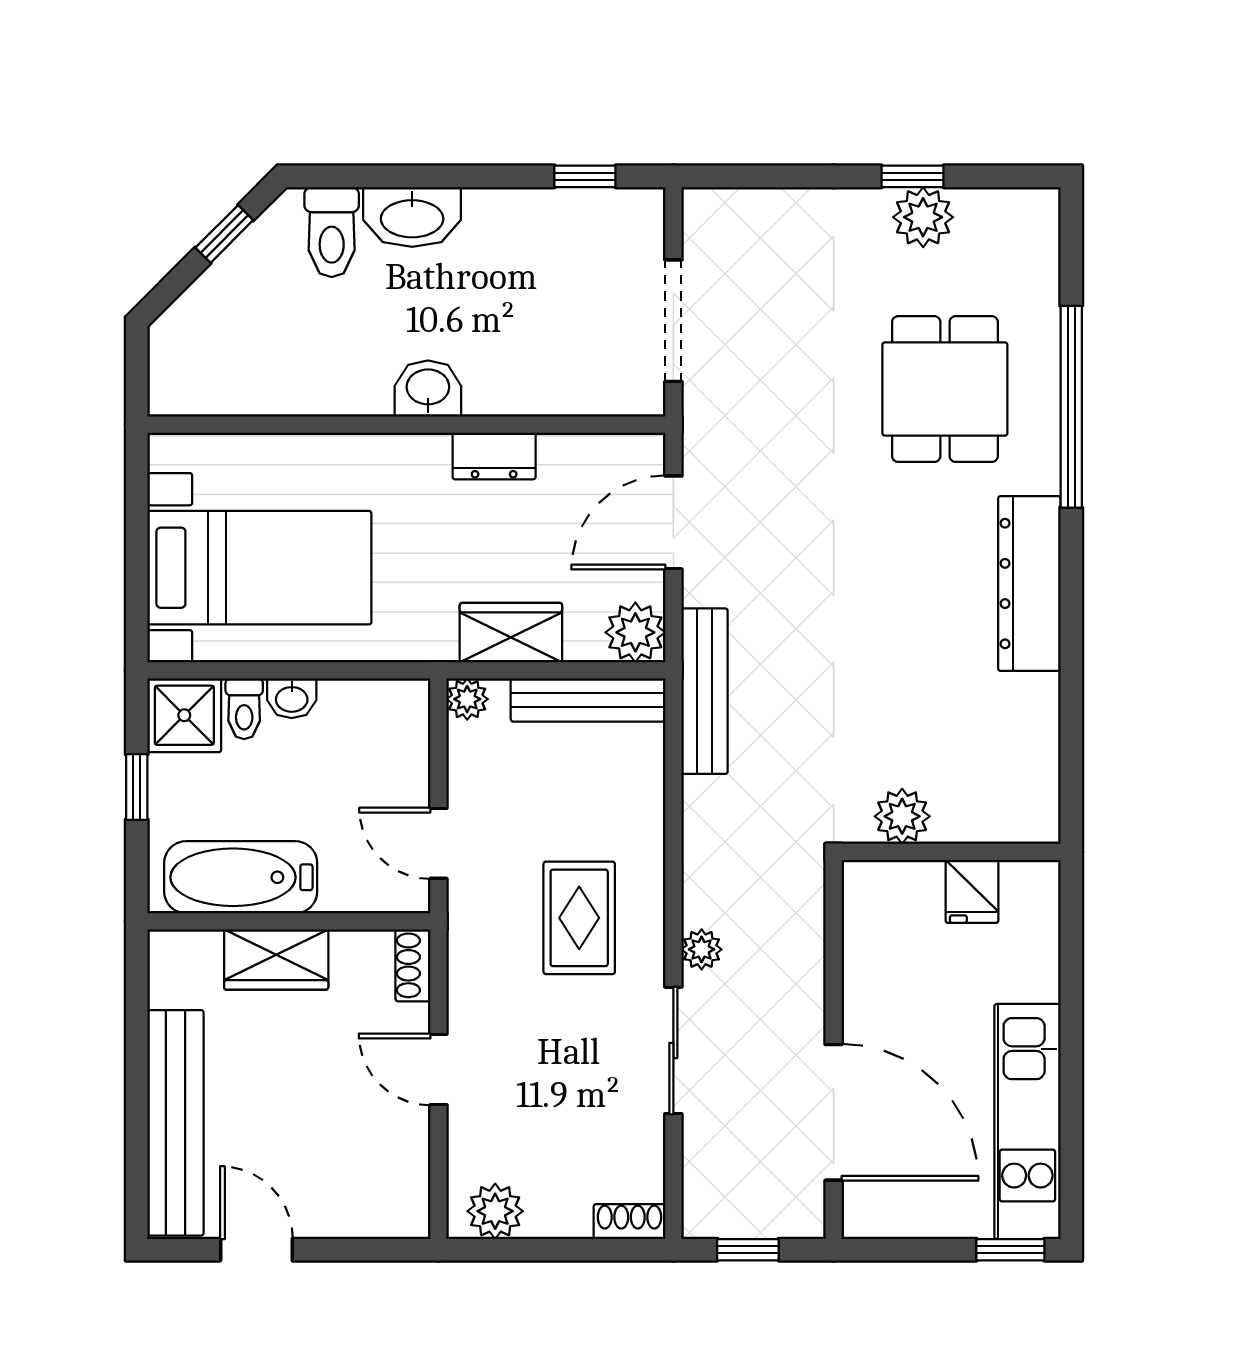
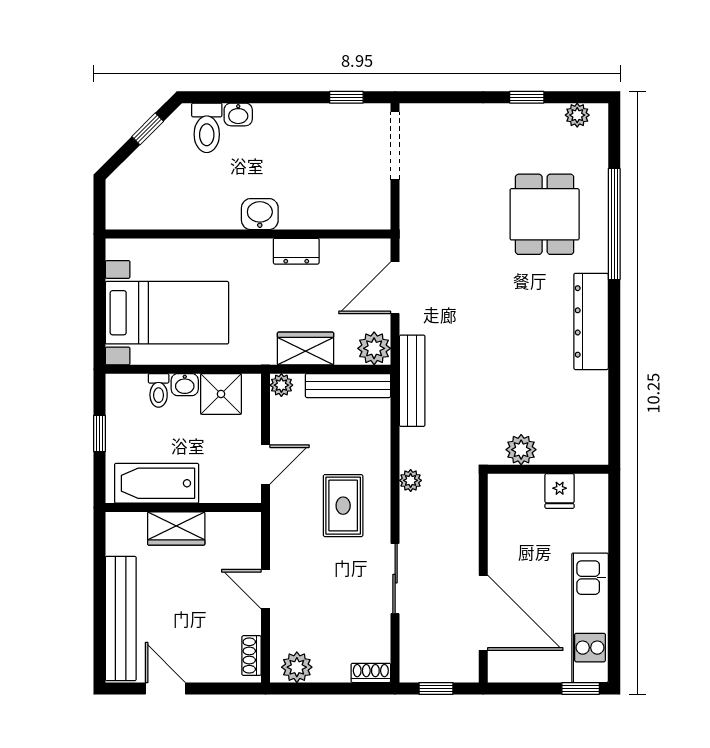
washbasin: (412, 217) -> (238, 114), width x0.52, depth x0.69
plant: (923, 217) -> (577, 115), moved, width x0.73, depth x0.73
doorway: (673, 321) -> (395, 146), moved
shower: (184, 715) -> (221, 394), moved
door: (438, 843) -> (266, 465), swing flipped
plant: (702, 949) -> (411, 480), moved
shoe rack: (413, 965) -> (252, 656), moved

